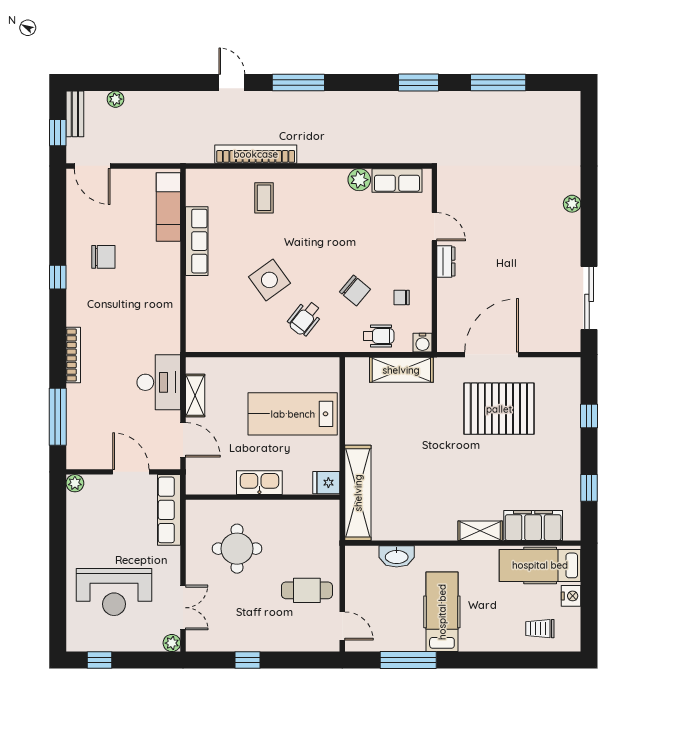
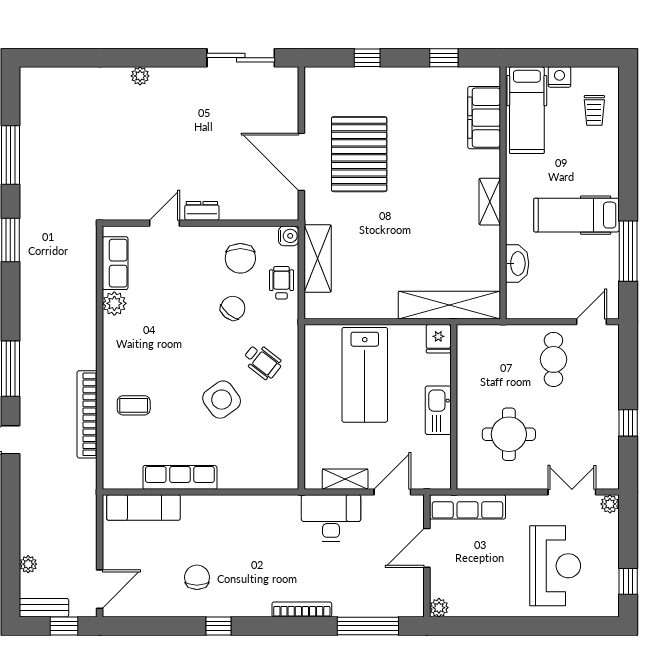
chair: (402, 297) -> (240, 258), width x1.87, depth x1.87
shelving: (480, 531) -> (490, 202), moved

